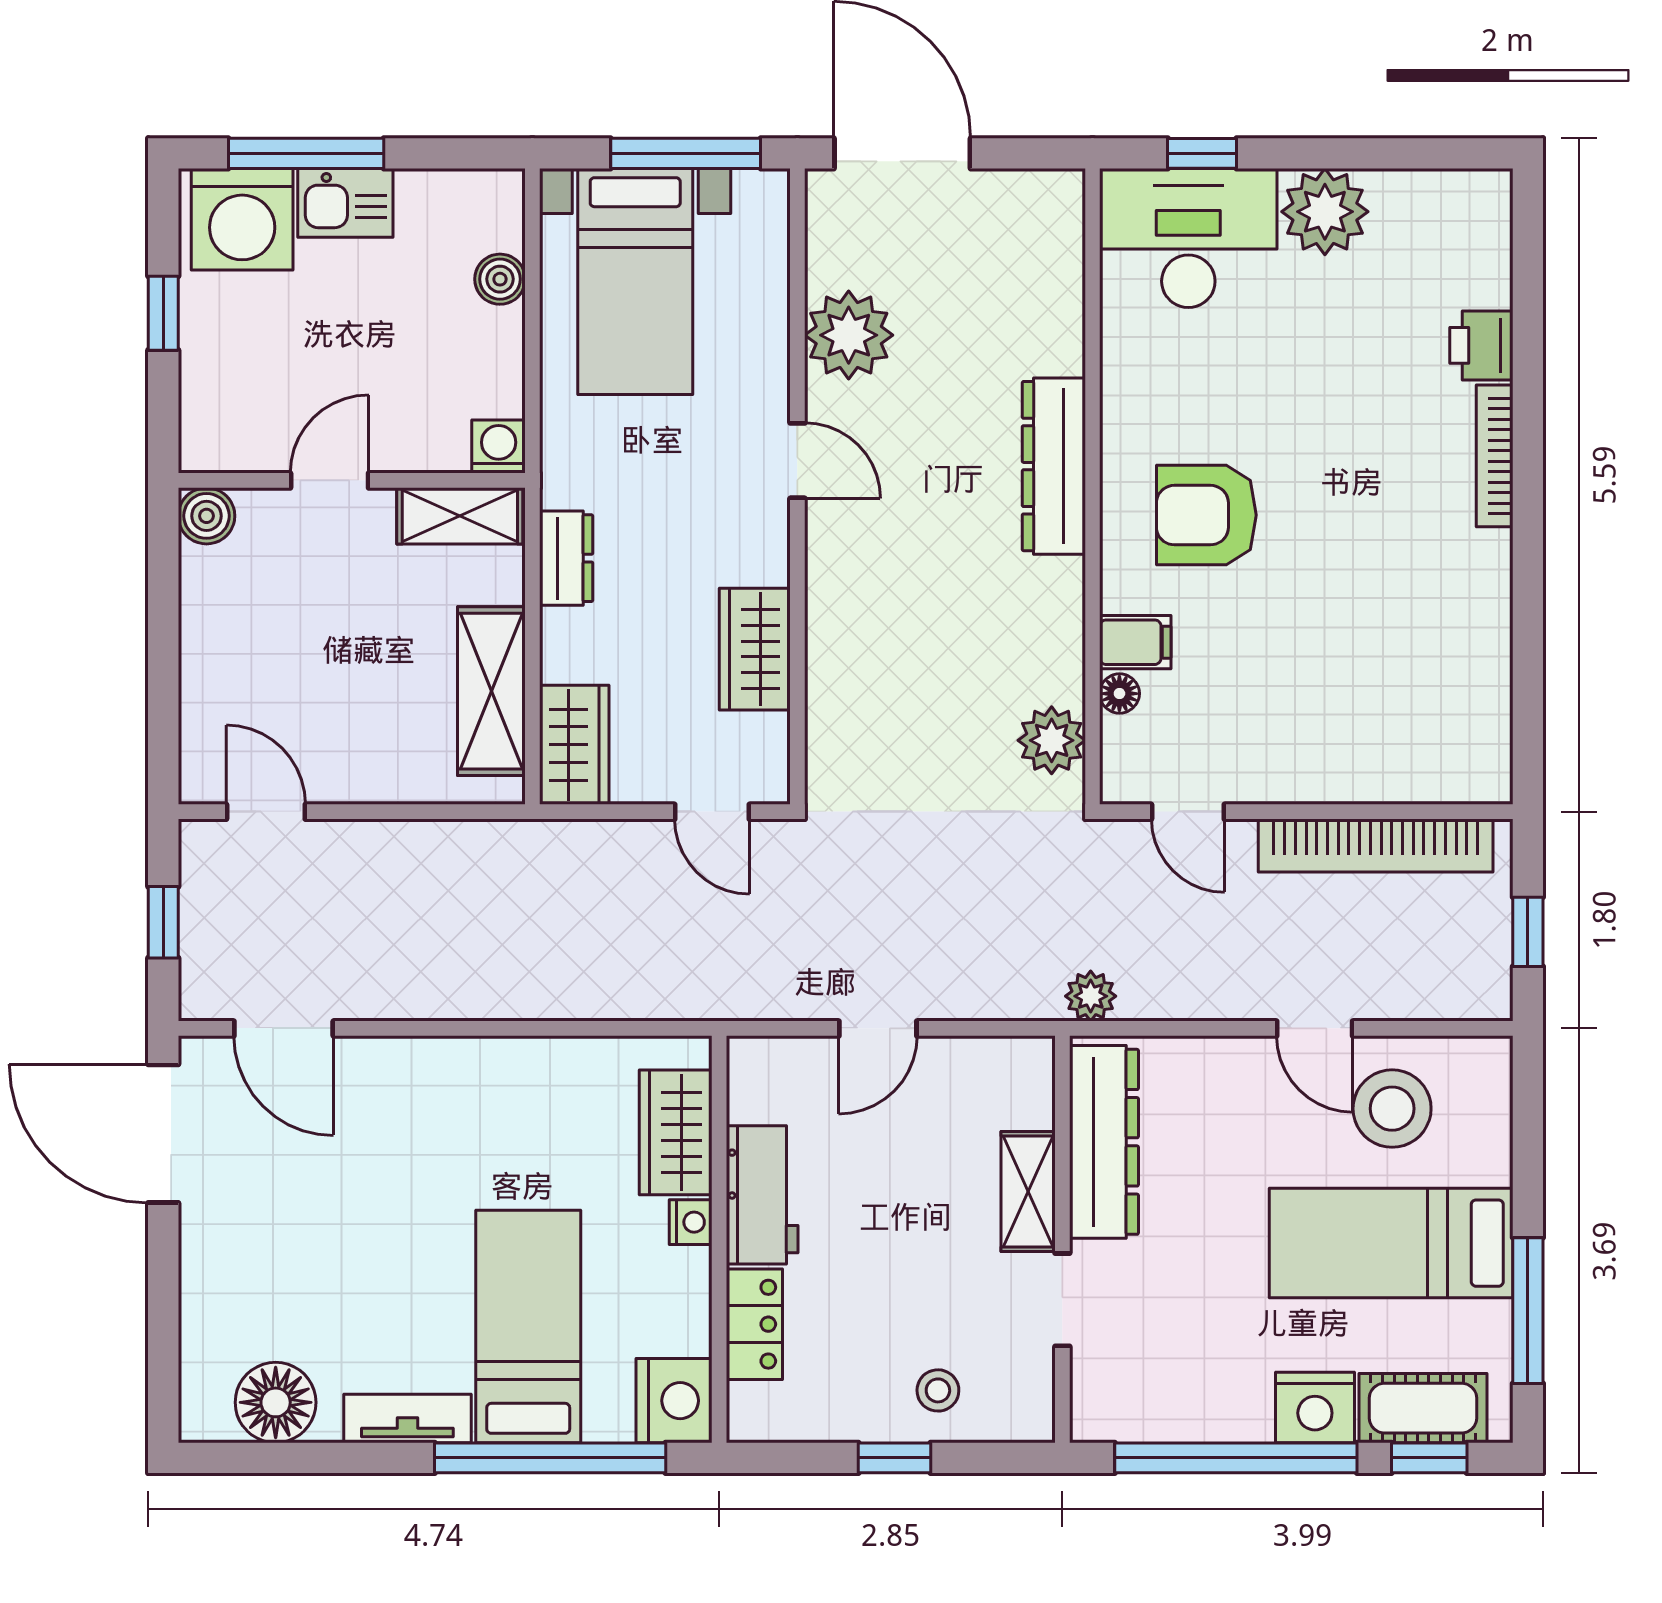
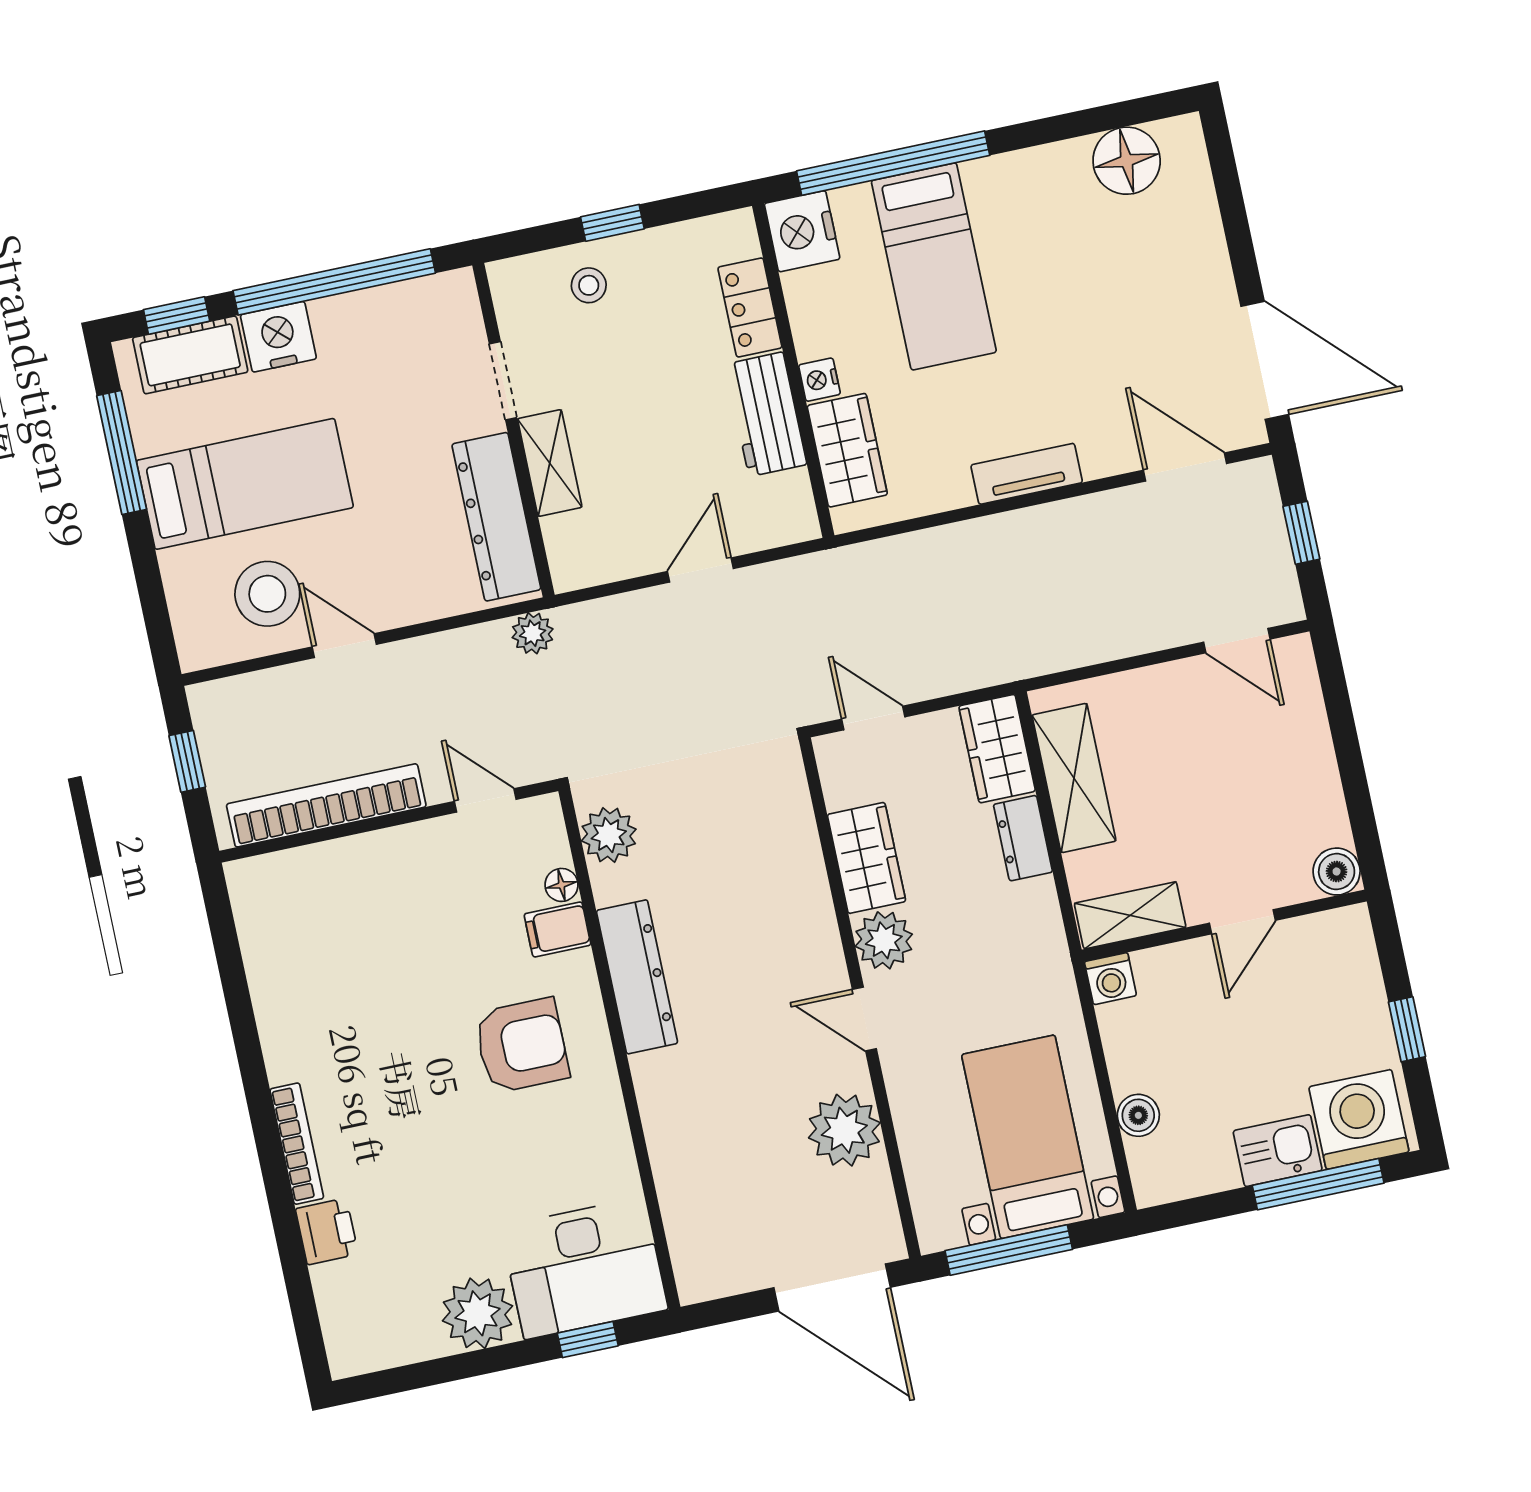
dresser: (1054, 466) -> (637, 977), moved
plant: (755, 548) -> (884, 940), added
dresser: (566, 558) -> (1023, 838), moved
tv unit: (407, 1419) -> (1027, 474), moved, turned 180

